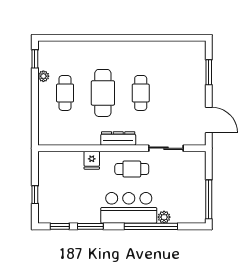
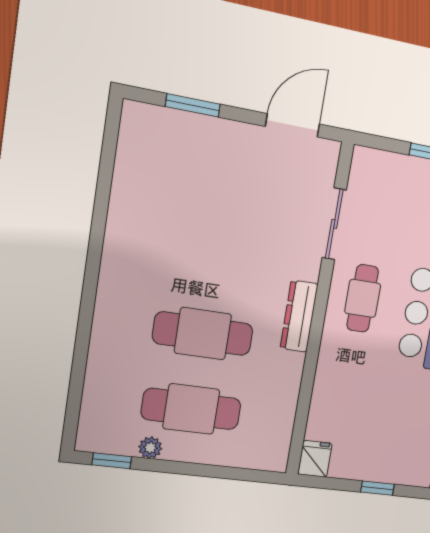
cafe table: (65, 93) -> (191, 409), width x1.37, depth x1.35
cafe table: (141, 93) -> (215, 257), removed
fridge: (92, 160) -> (315, 459), moved, turned -90

